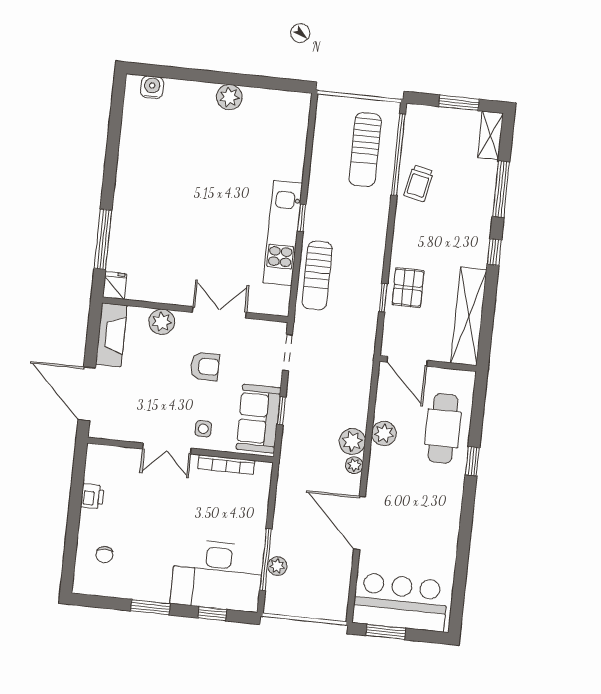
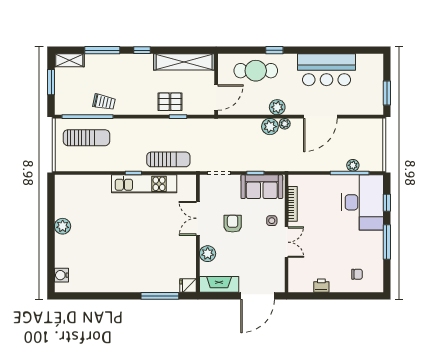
plant: (384, 434) -> (277, 107), moved
bar counter: (400, 602) -> (326, 70), moved, turned -90
window: (150, 607) -> (387, 242), width x1.44

